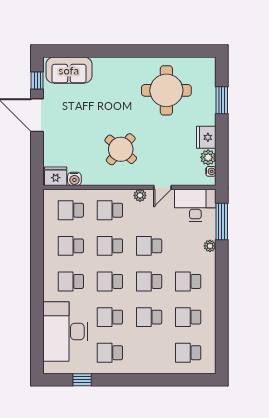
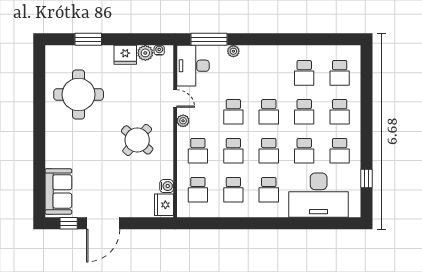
school desk: (188, 281) -> (340, 112), moved

